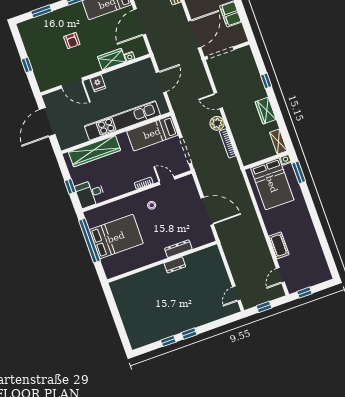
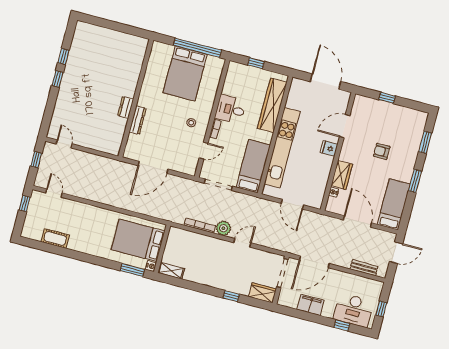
door: (195, 34) -> (314, 262), hinge flipped
wardrobe: (266, 111) -> (262, 293), moved
desk: (90, 193) -> (230, 109), moved, turned -90
cot: (279, 245) -> (55, 238), moved

